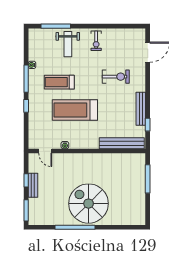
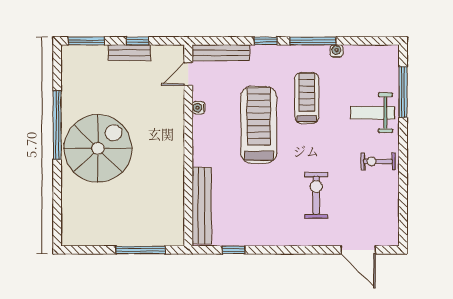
exercise bike: (116, 77) -> (316, 195), turned 180
bench: (141, 109) -> (221, 53), moved

